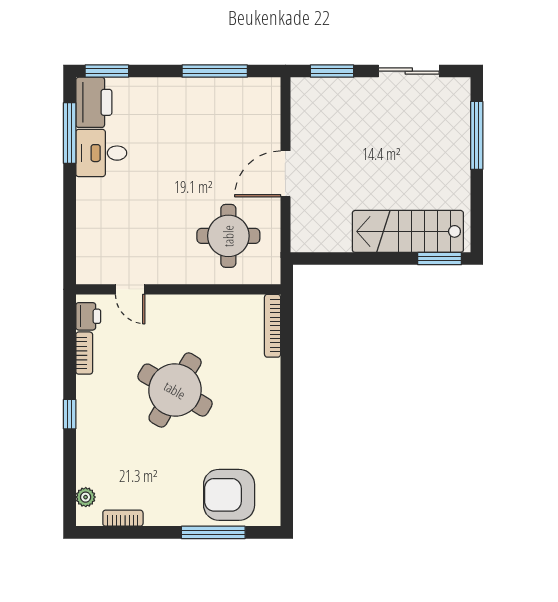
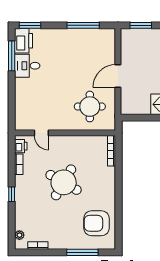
armchair: (229, 495) -> (96, 223), moved

